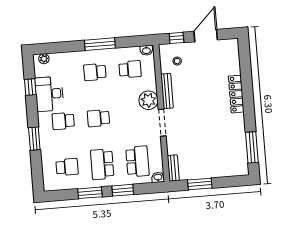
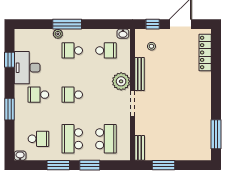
window: (100, 44) -> (67, 24), moved
plant: (44, 59) -> (58, 34), moved
locker: (236, 94) -> (205, 52), moved
washbasin: (158, 177) -> (20, 156), moved

